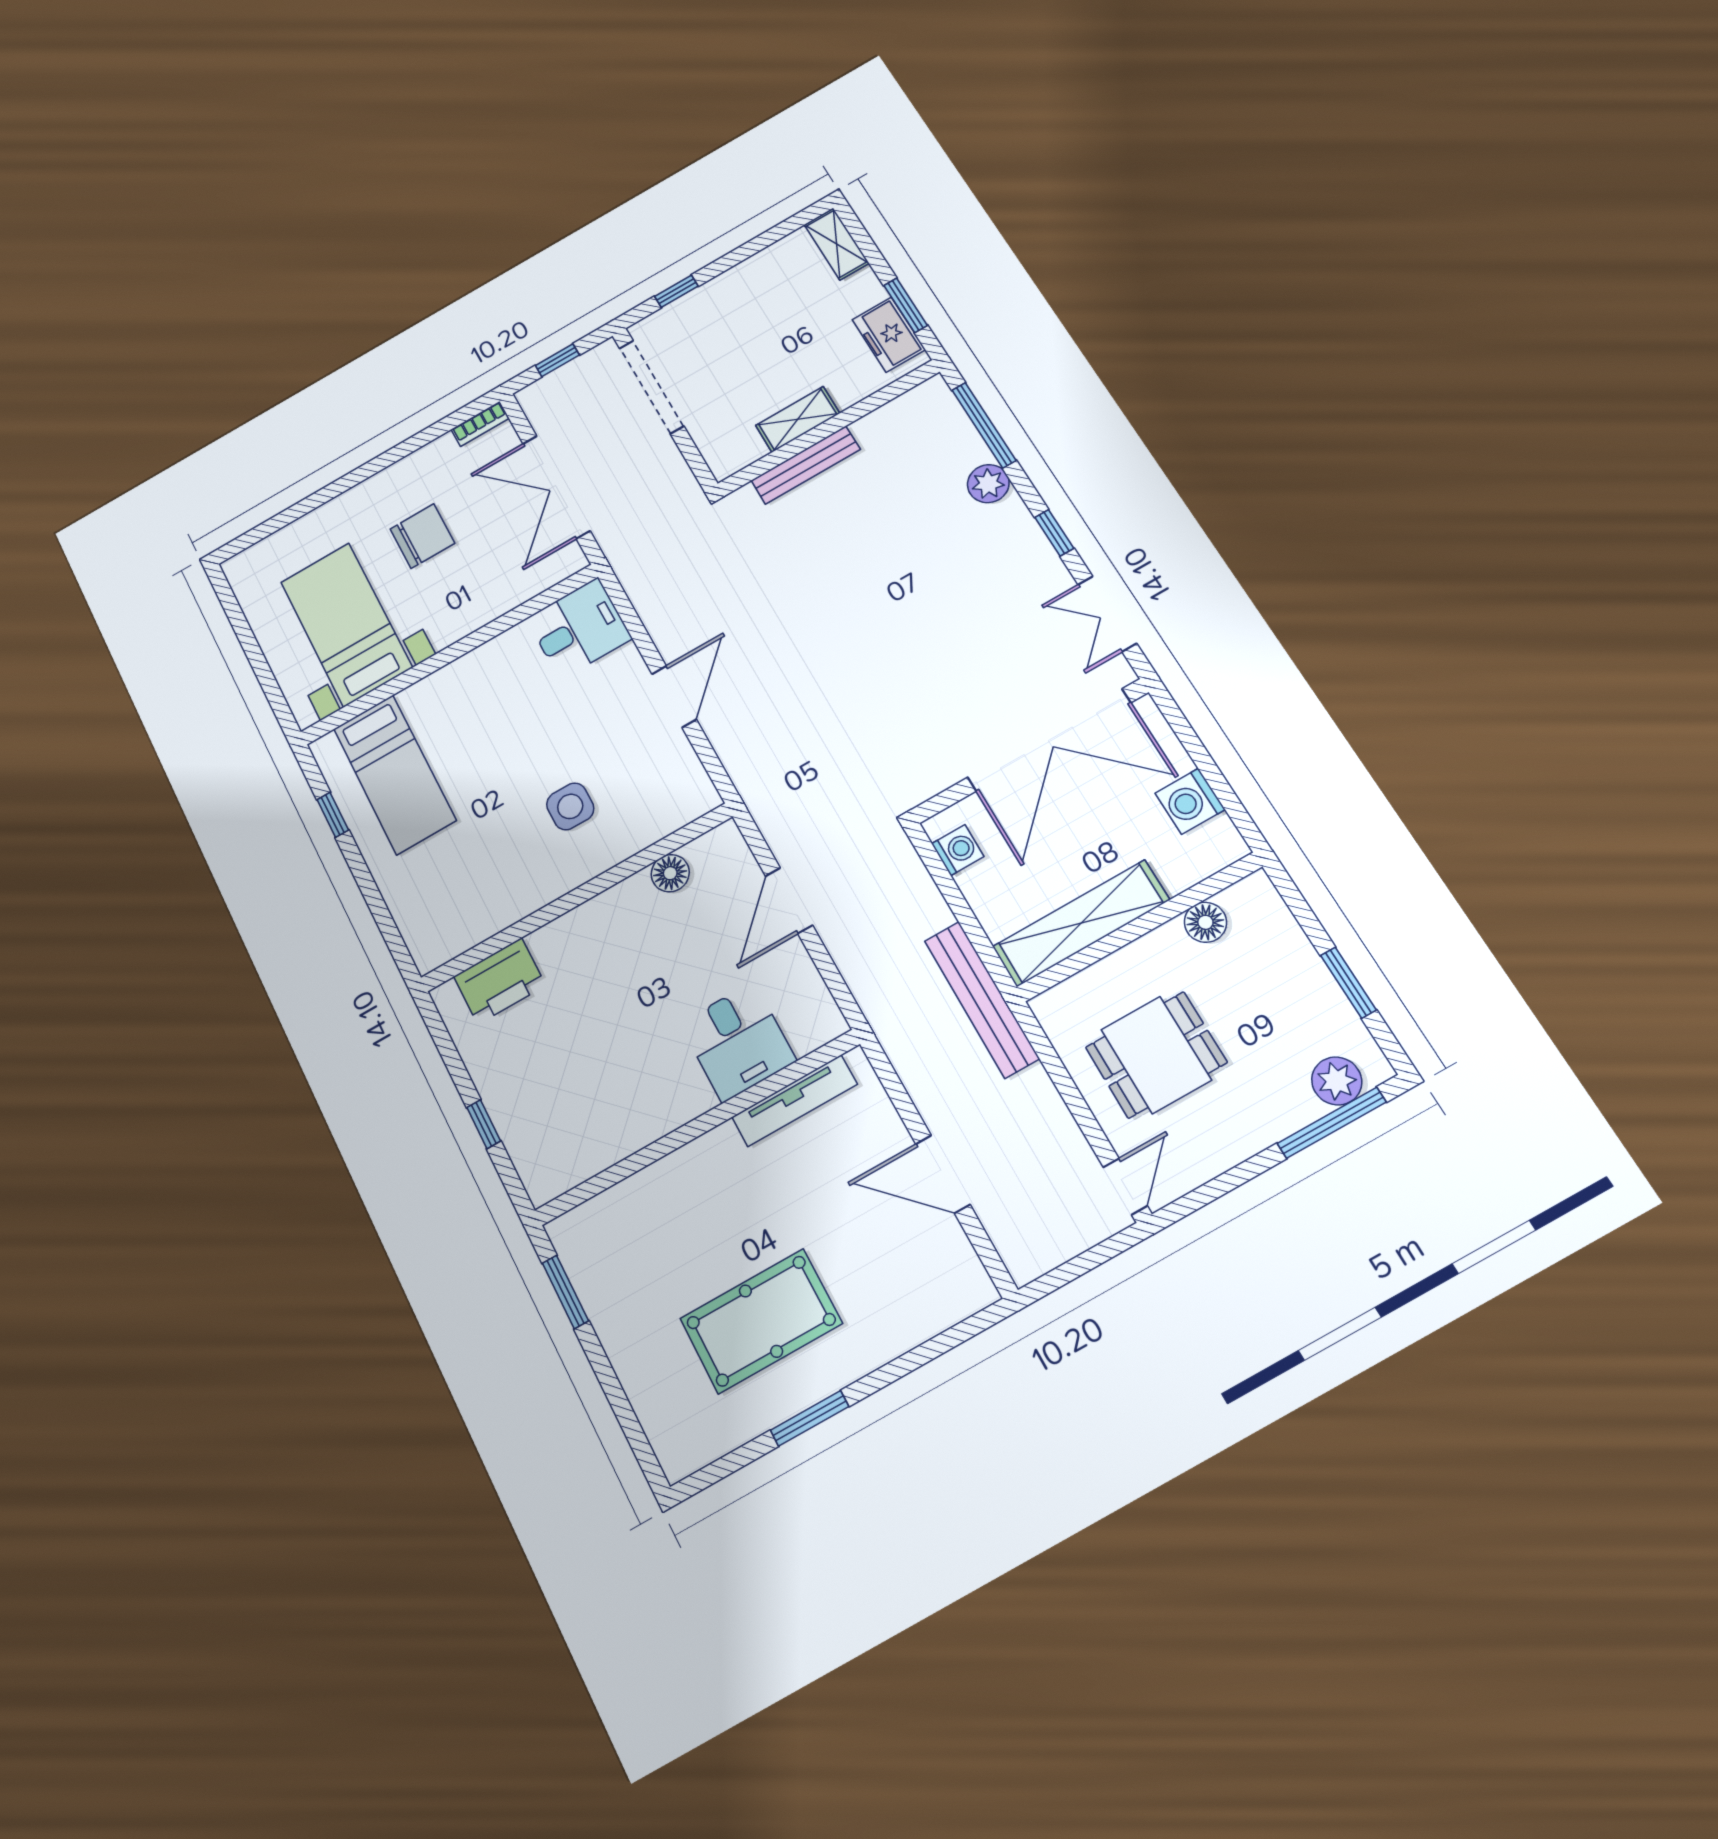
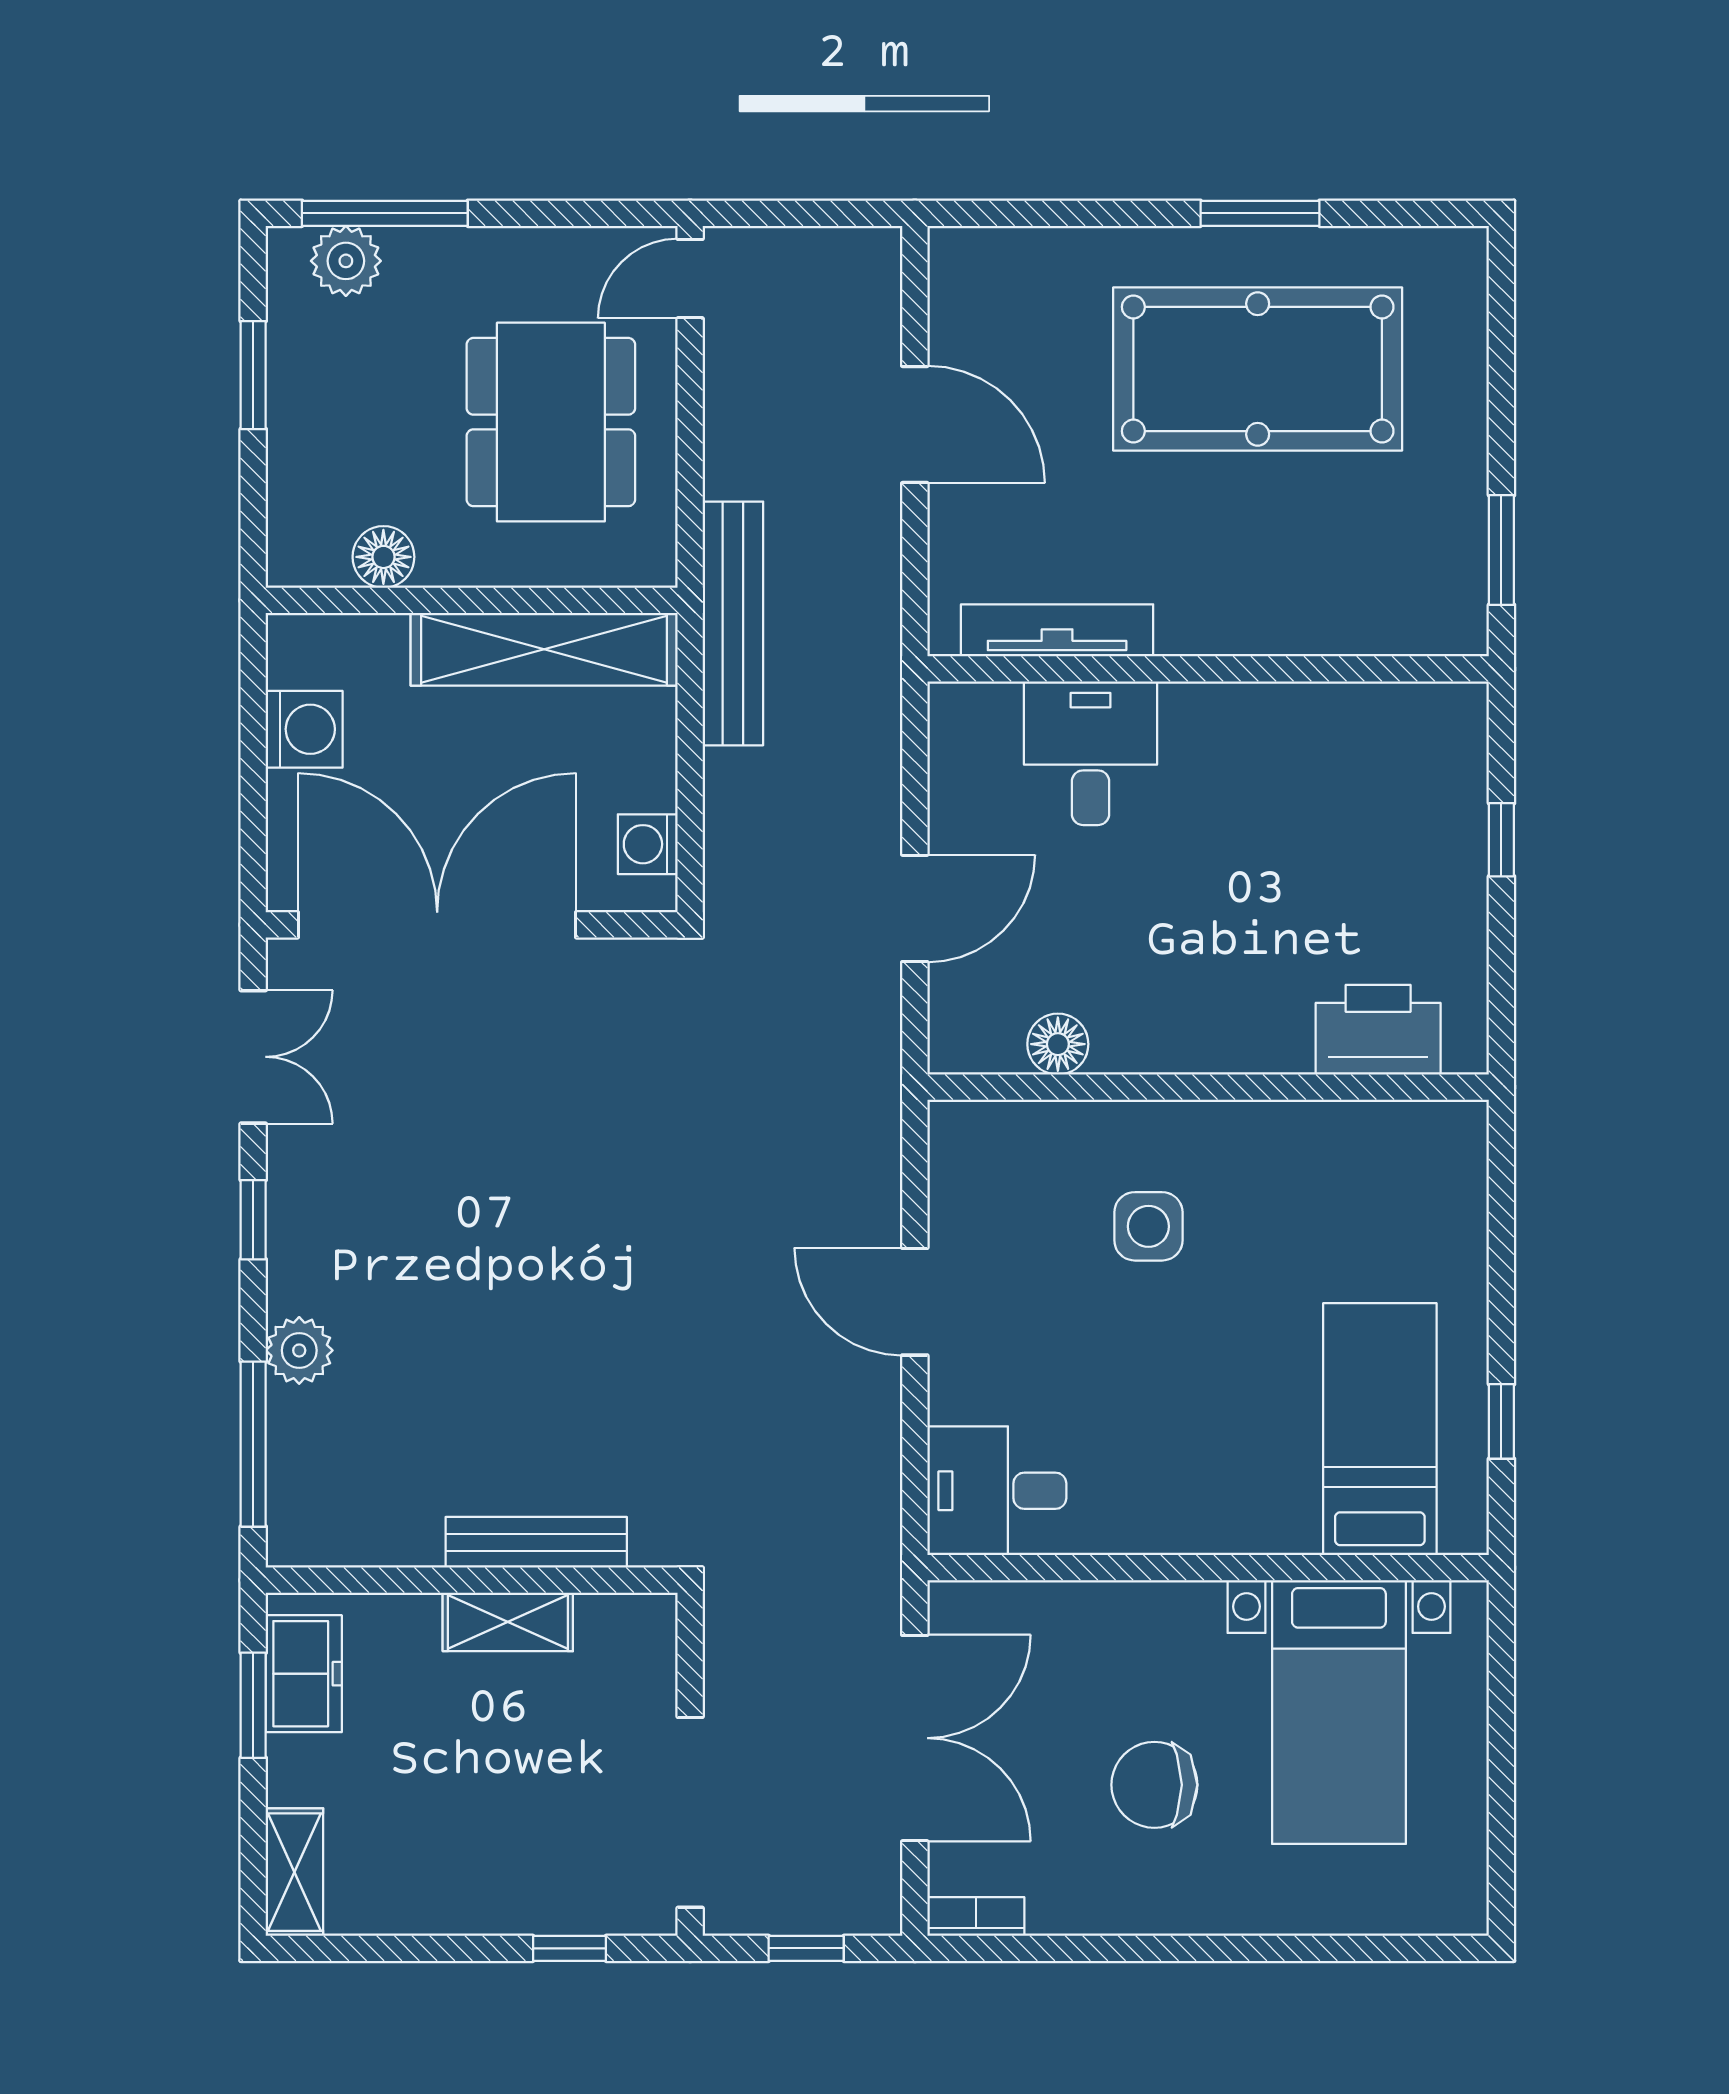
door: (674, 697) -> (915, 1302), hinge flipped
dining table: (1156, 1055) -> (551, 422), width x1.38
pool table: (761, 1321) -> (1258, 369), width x1.36, depth x1.32

